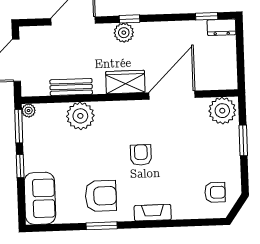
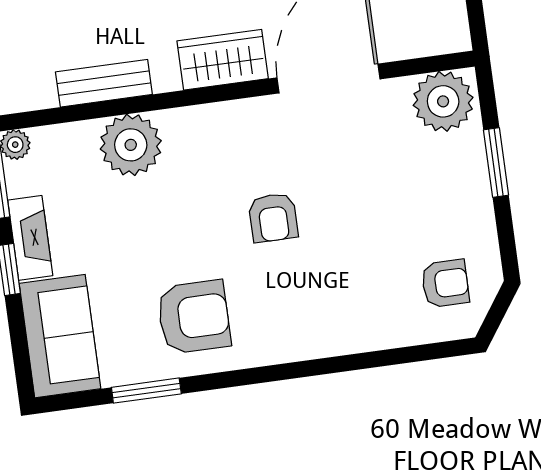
armchair: (141, 155) -> (273, 218), turned 180
fireplace: (153, 213) -> (30, 238), moved, turned 90
window: (102, 226) -> (146, 391), moved

